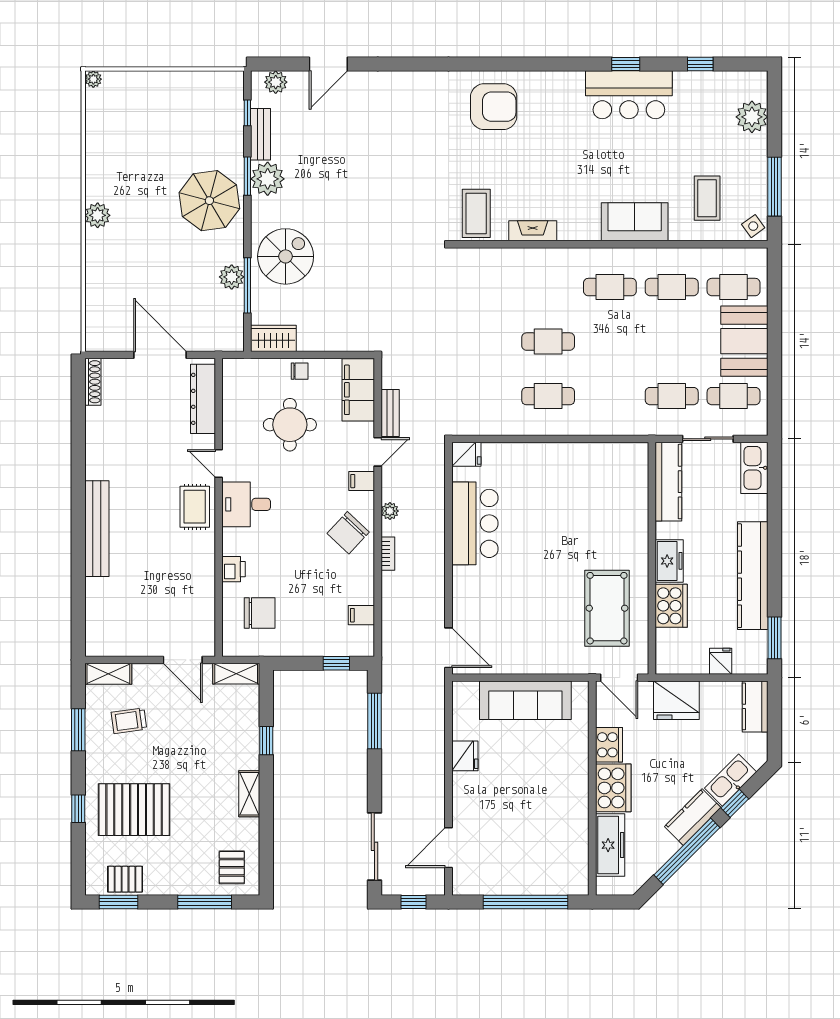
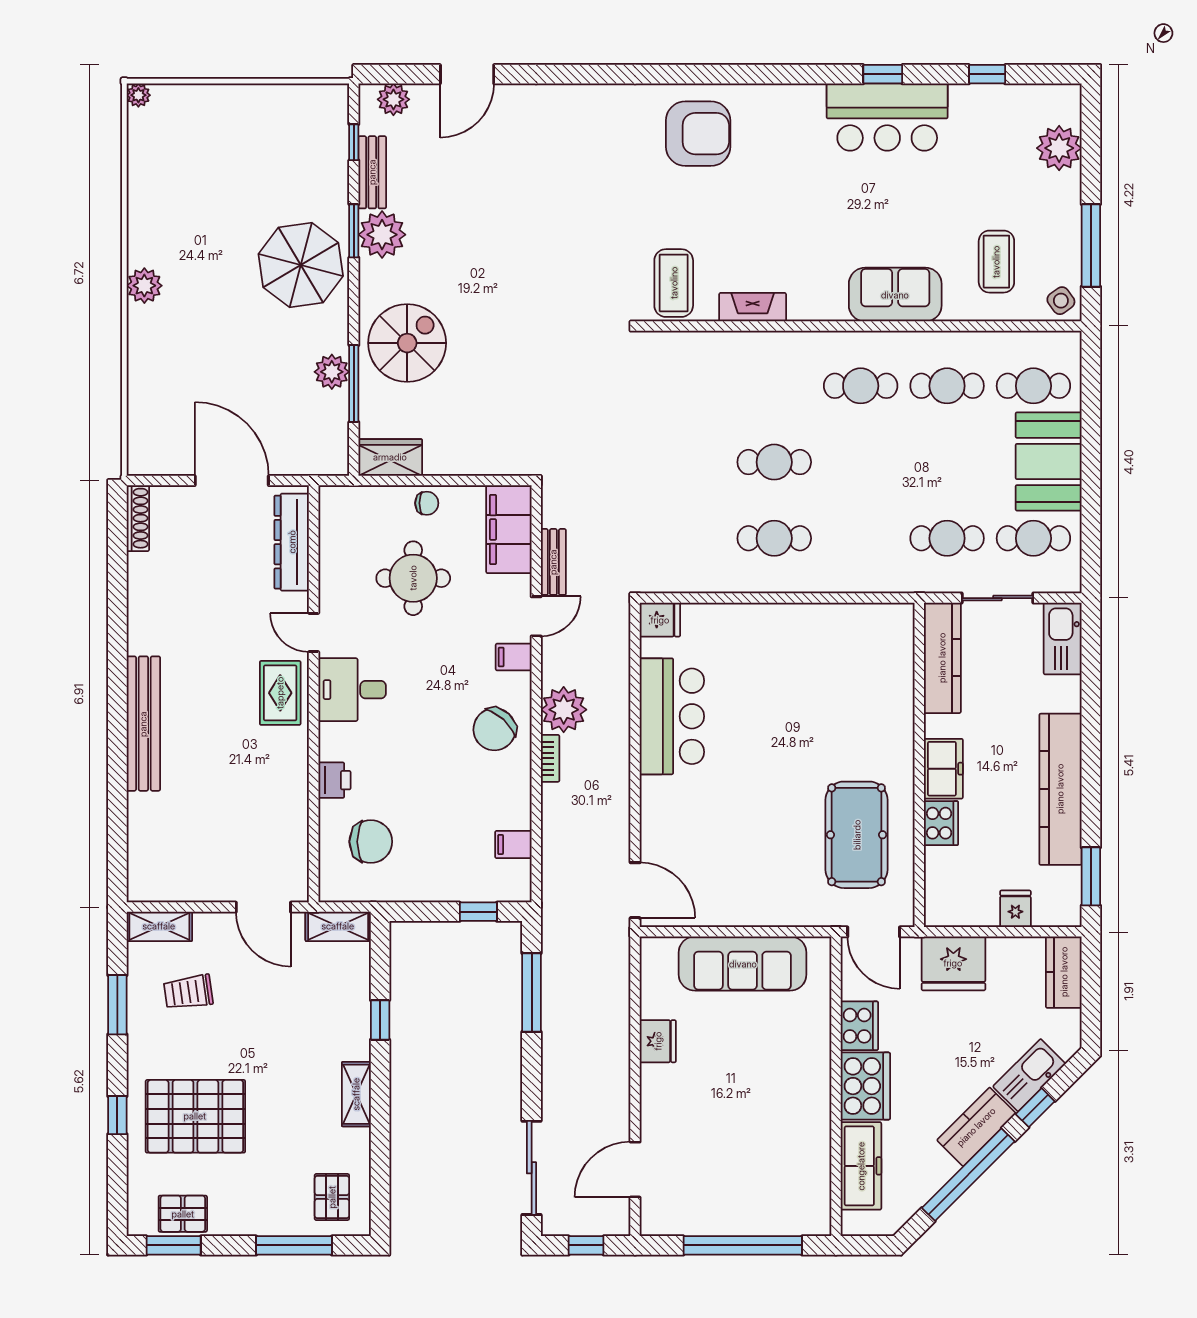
plant: (390, 511) -> (564, 710), width x1.88, depth x1.88
cooker: (671, 606) -> (941, 823), width x0.73, depth x0.76

